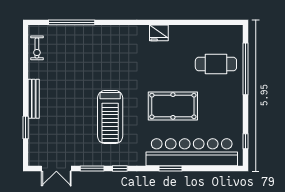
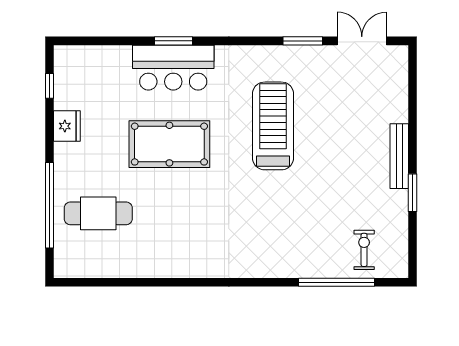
fridge: (159, 33) -> (67, 126), moved, turned 90
exercise bike: (37, 48) -> (364, 250), moved
window: (26, 128) -> (413, 193), moved
bar counter: (192, 152) -> (173, 68), width x0.54
window: (120, 168) -> (257, 41), removed

